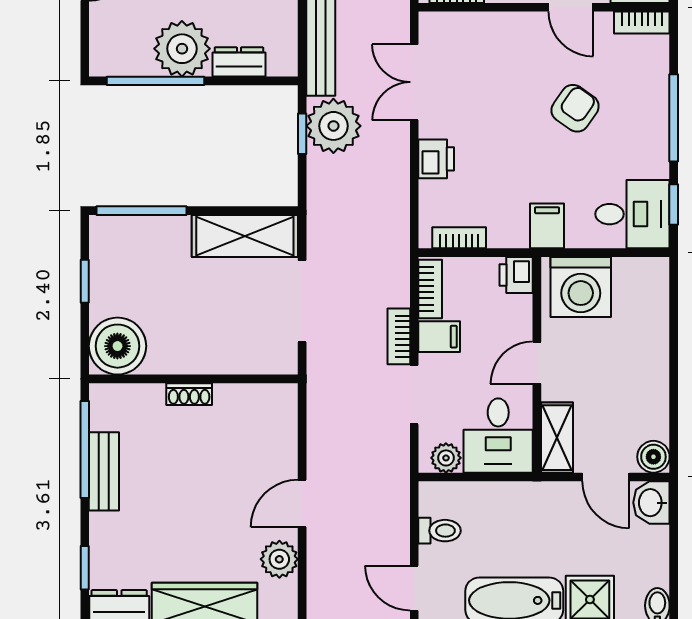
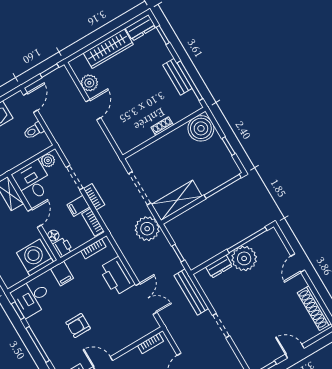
armchair: (575, 108) -> (78, 326), turned 55
plant: (333, 126) -> (147, 229), moved
printer: (436, 159) -> (117, 276), width x1.87, depth x1.48
floor lamp: (521, 308) -> (53, 236), added
door: (414, 588) -> (30, 103), hinge flipped

